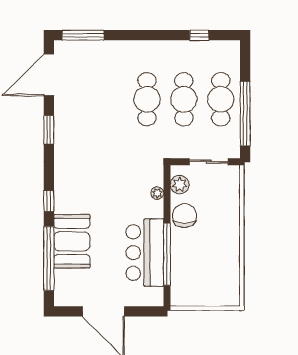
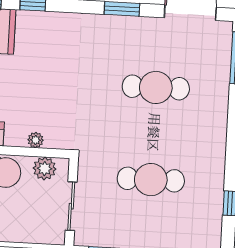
cafe table: (147, 99) -> (156, 87), moved
cafe table: (221, 99) -> (148, 226), removed

